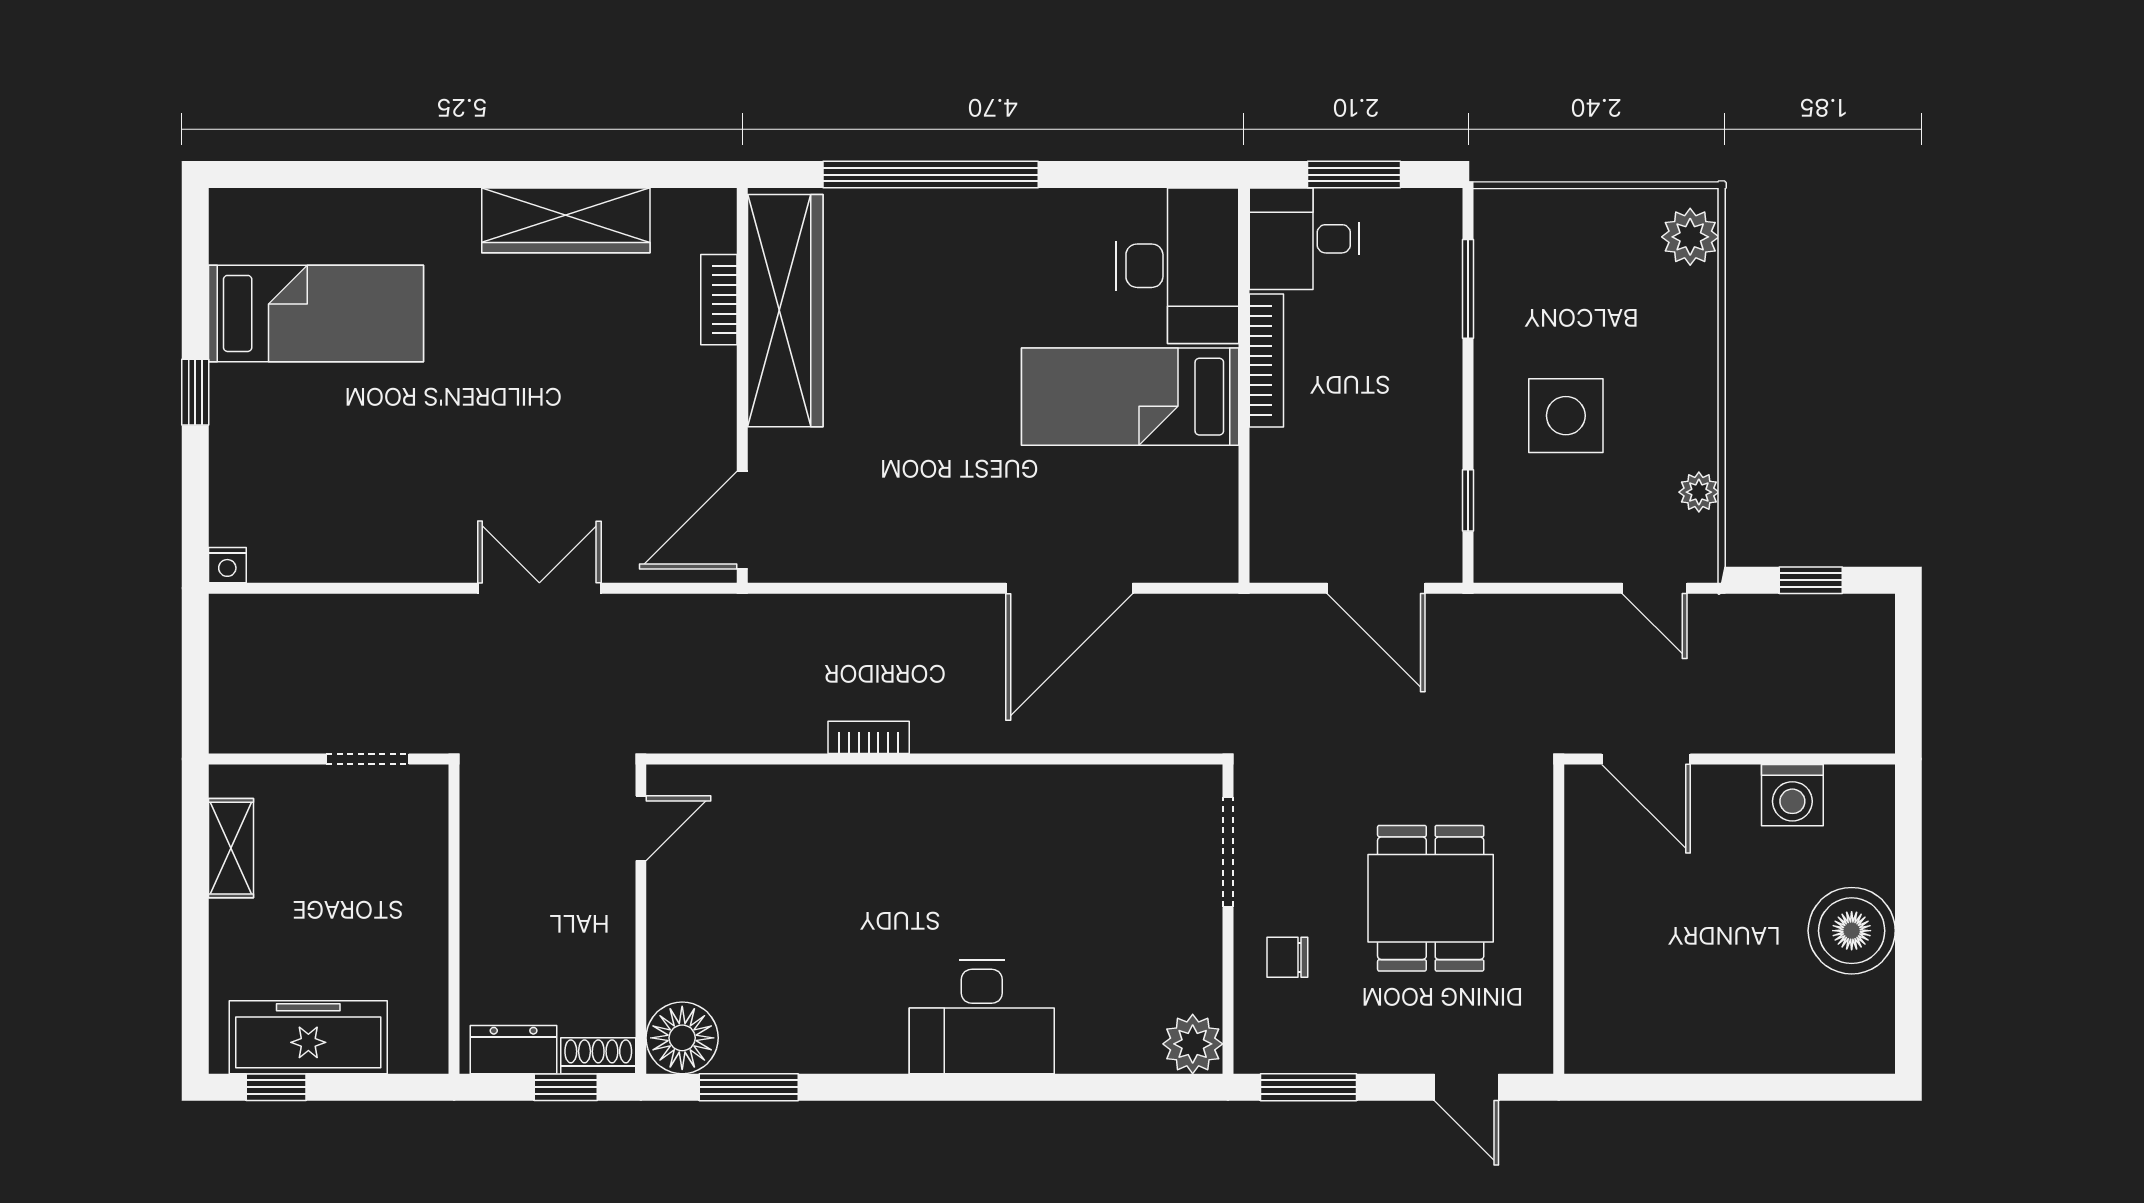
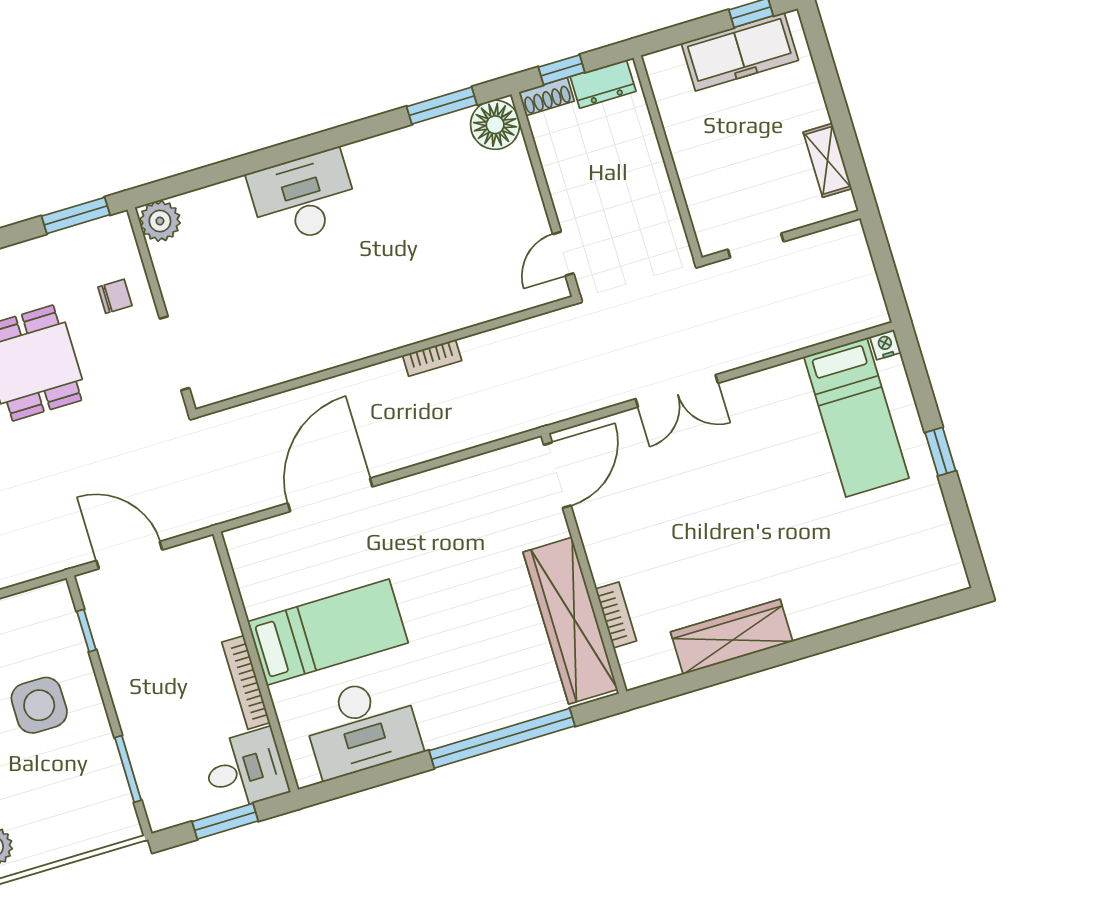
desk: (1177, 266) -> (362, 727), moved, turned -90
bed: (316, 313) -> (856, 417), moved, turned -90

